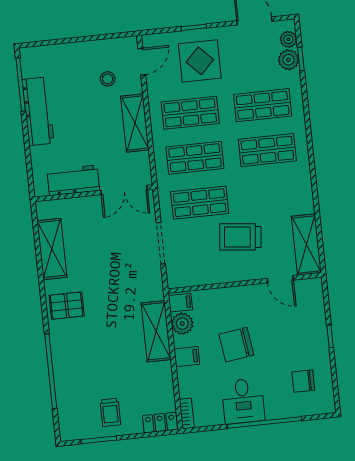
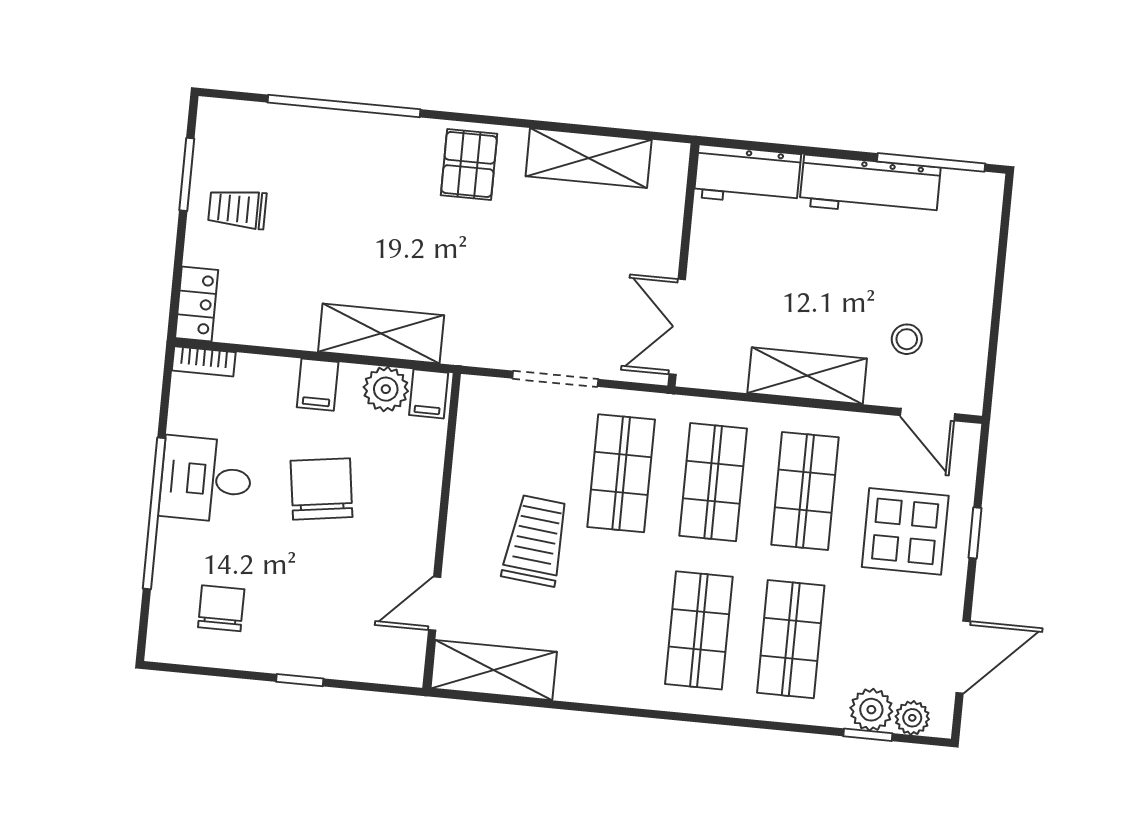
workbench: (73, 180) -> (747, 176), moved, turned 90

